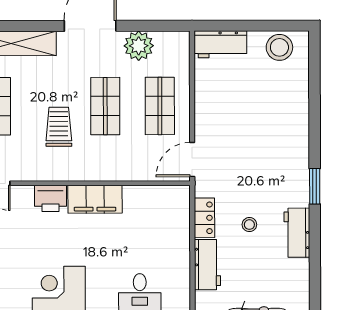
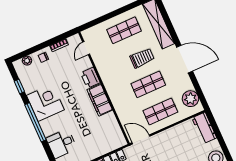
plant: (139, 46) -> (190, 99), moved
trolley: (59, 127) -> (142, 58), moved

